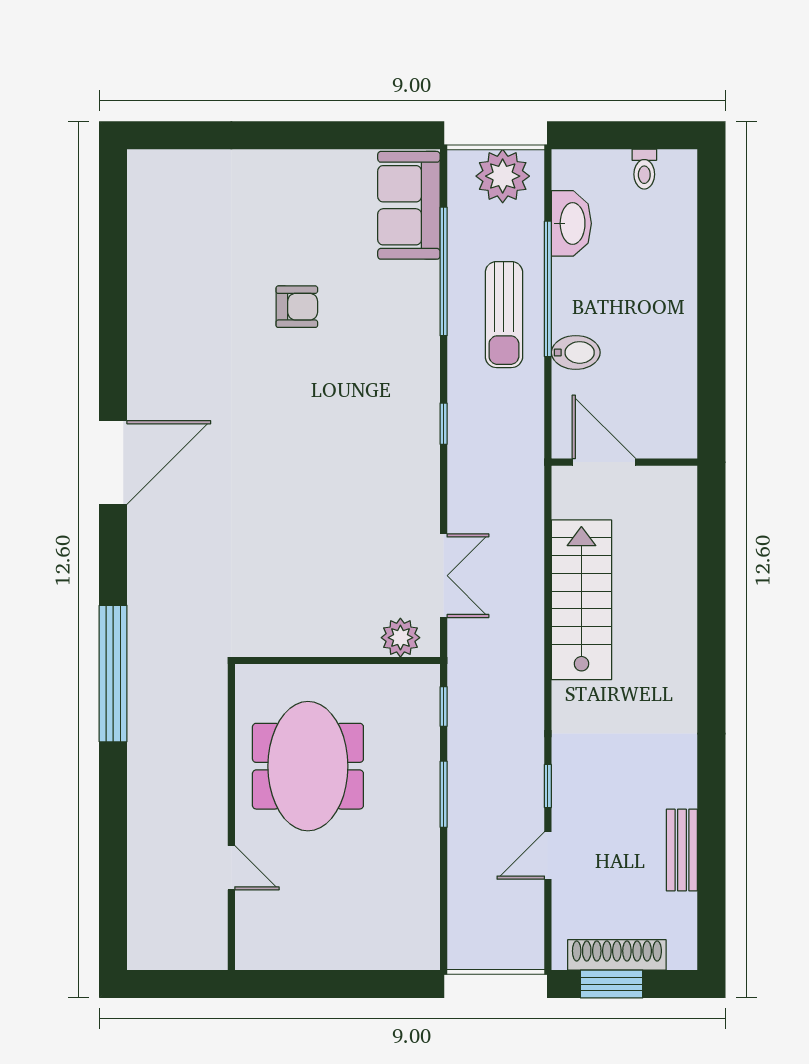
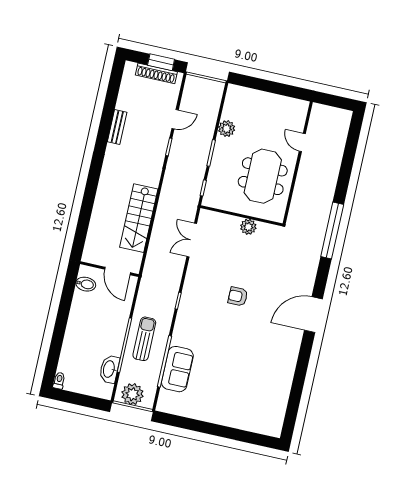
toilet: (644, 169) -> (59, 381), moved
sofa: (409, 205) -> (177, 369), moved
armchair: (297, 307) -> (238, 296), moved
bidet: (576, 352) -> (86, 284), moved, turned 180
plant: (400, 638) -> (248, 227), moved
bench: (682, 850) -> (117, 127), moved
plant: (420, 861) -> (227, 129), added

